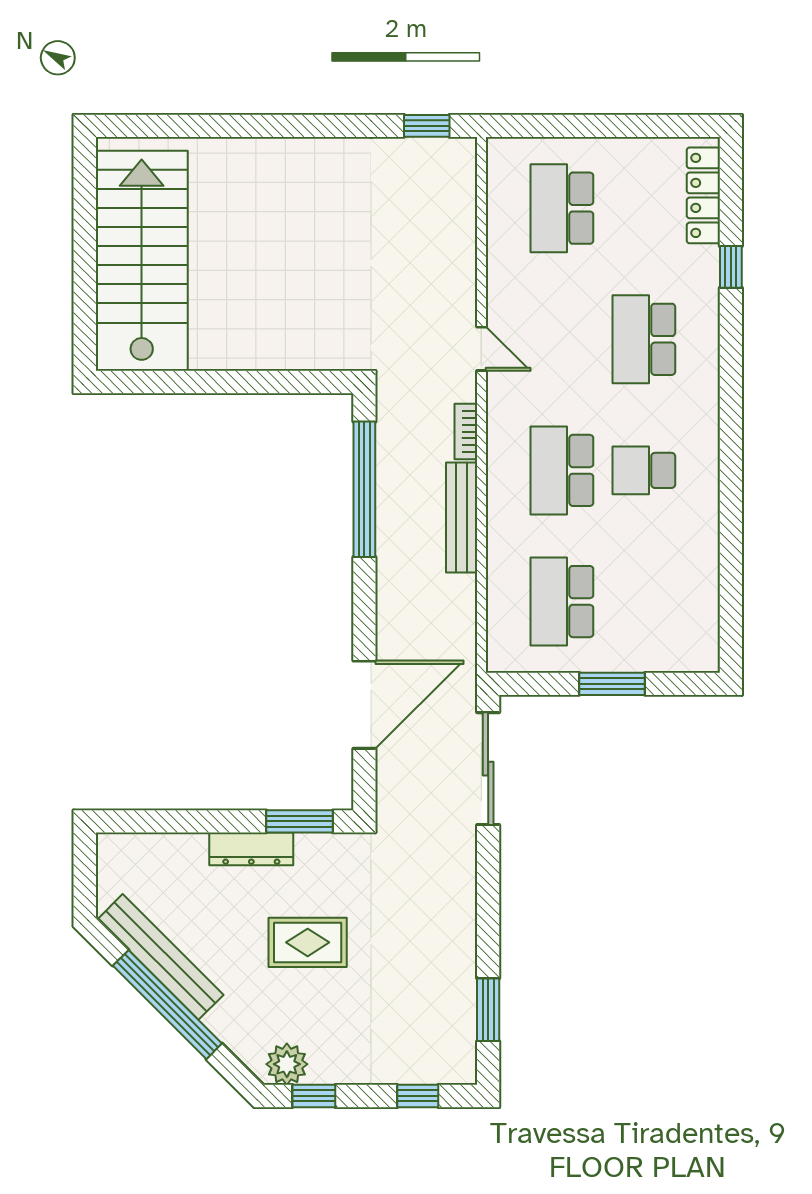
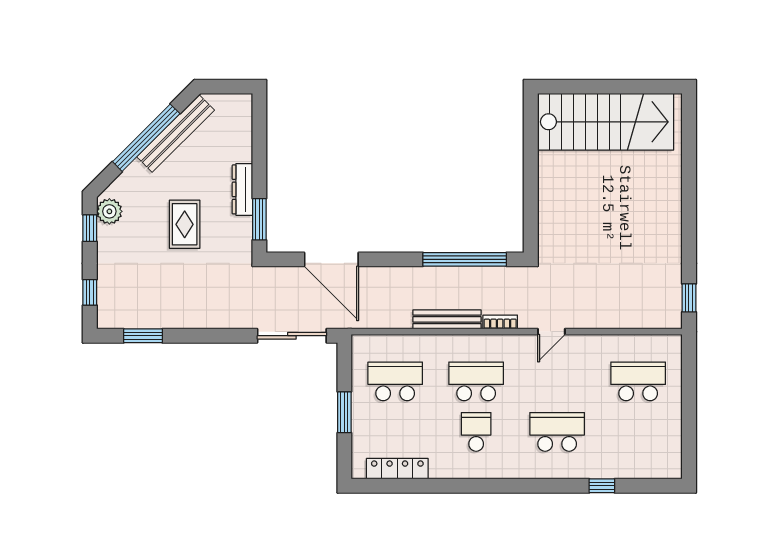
locker: (703, 195) -> (397, 469), moved

